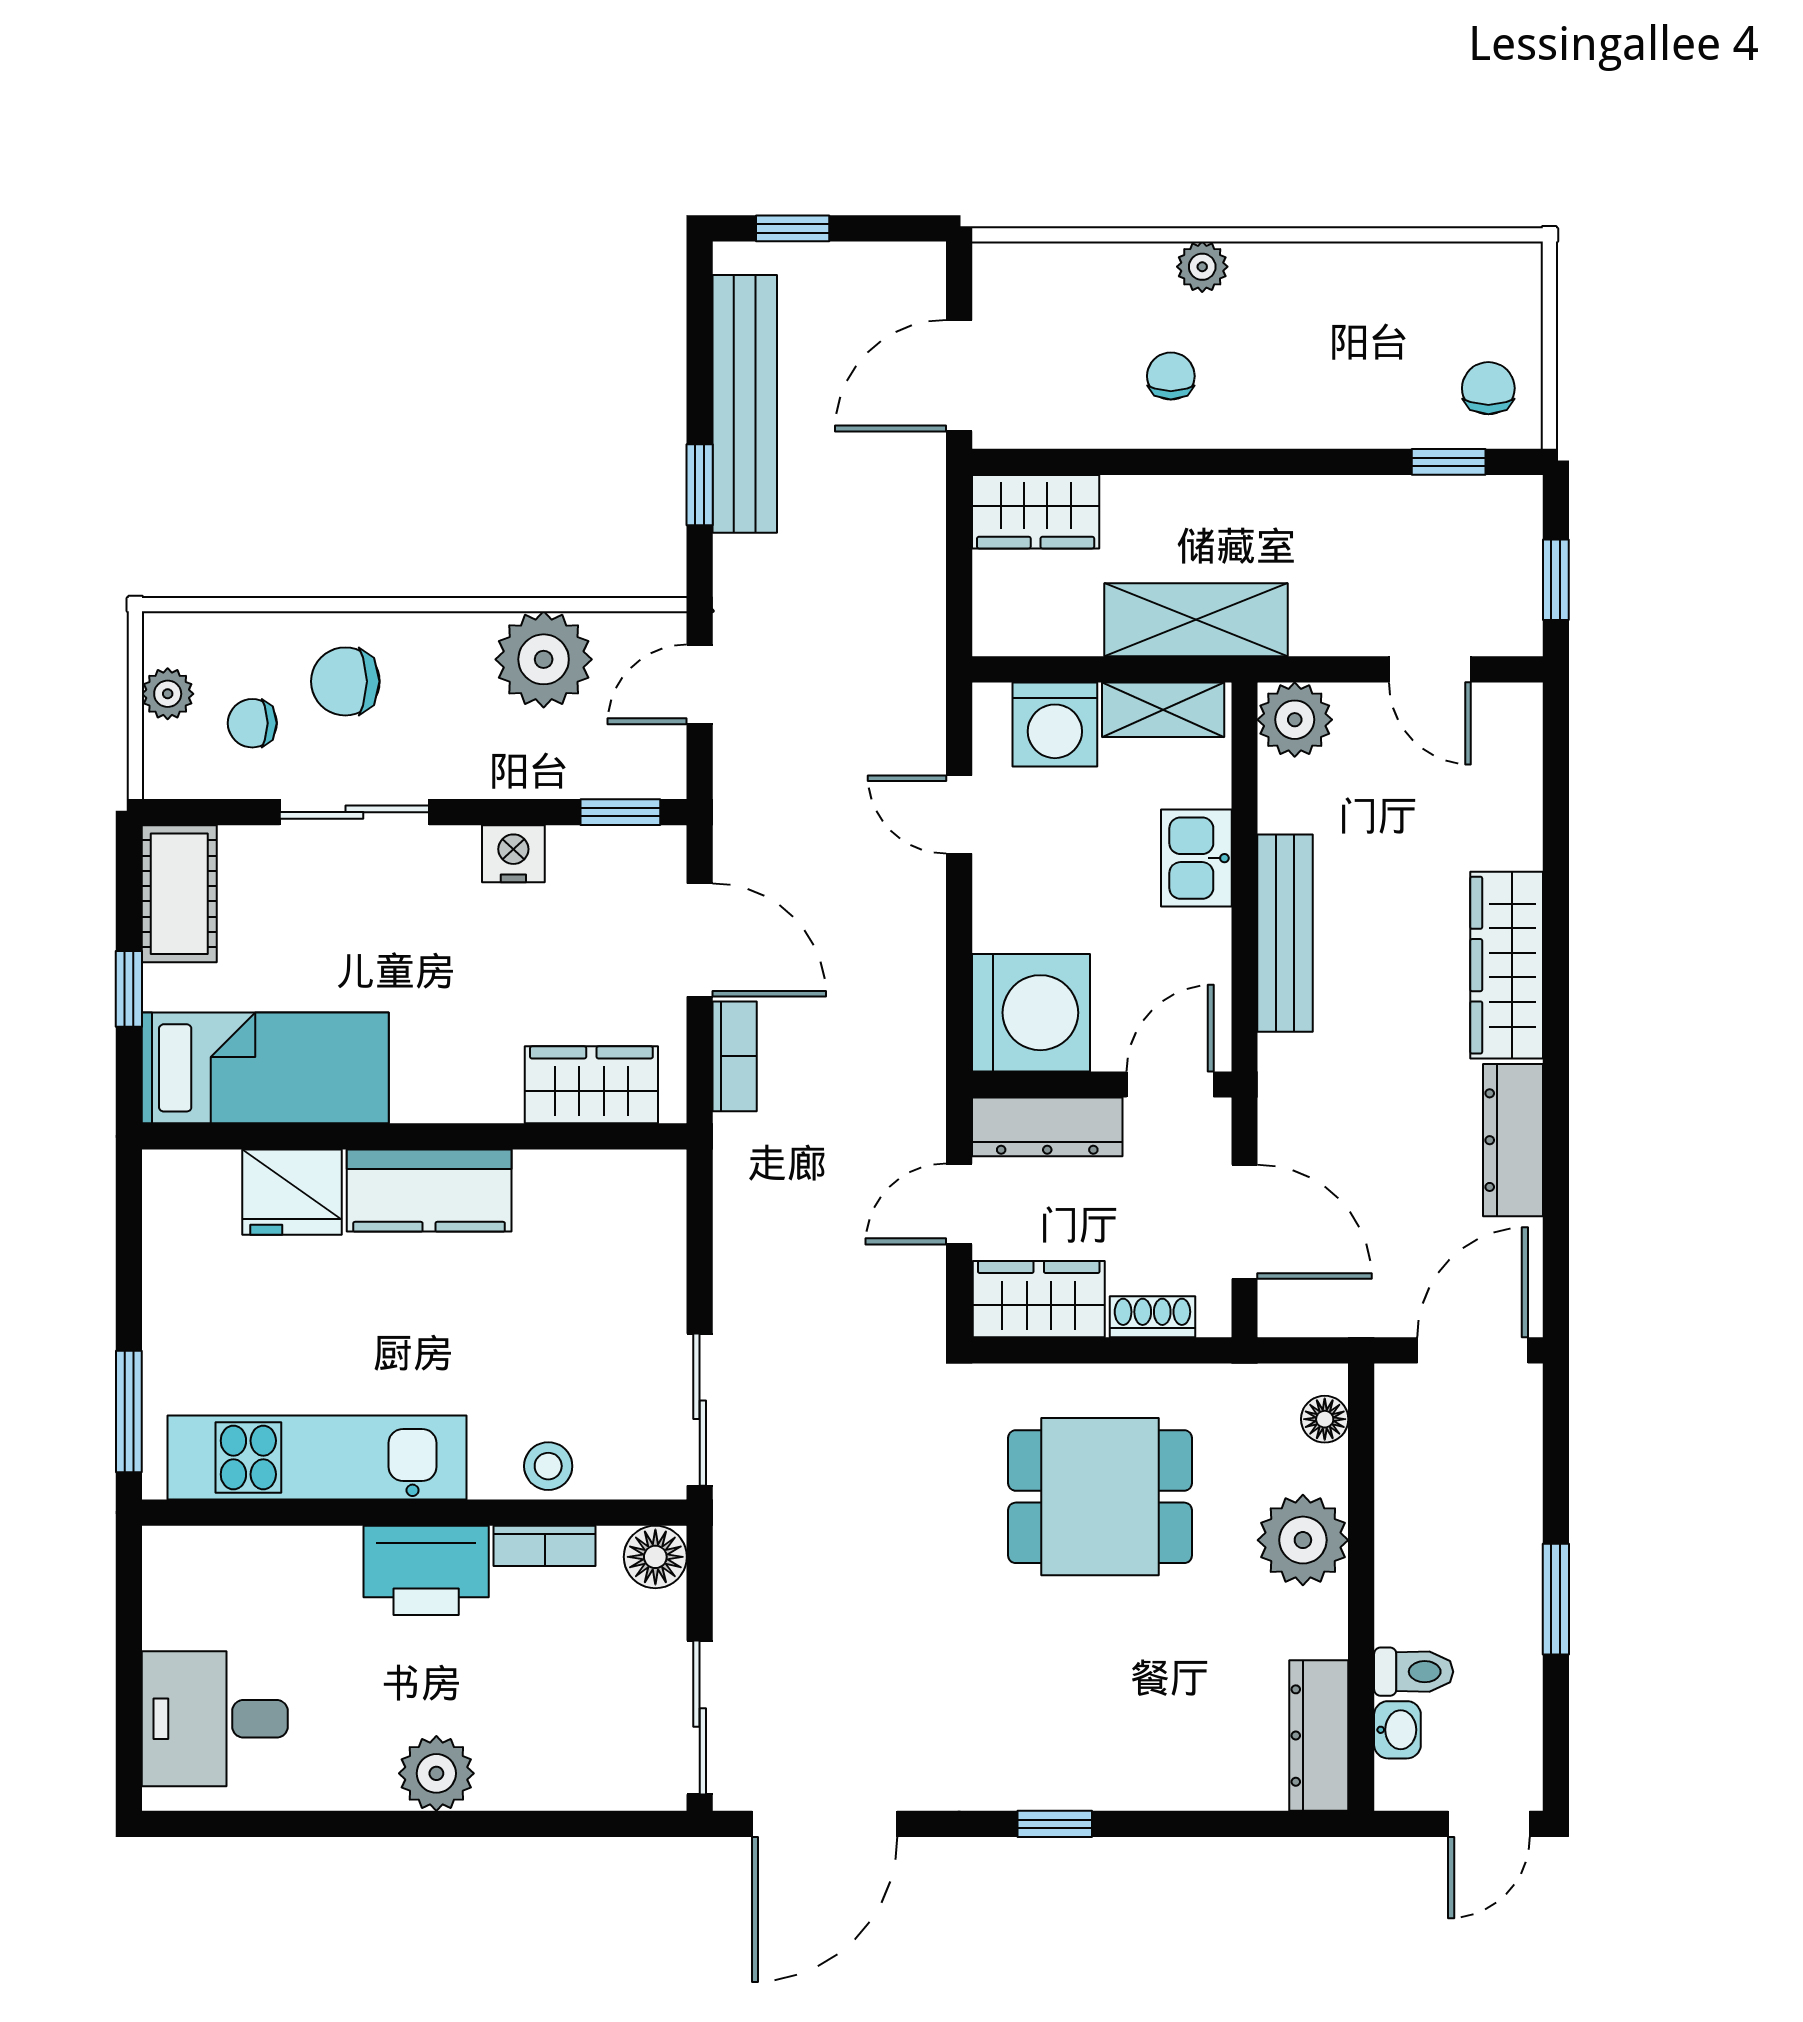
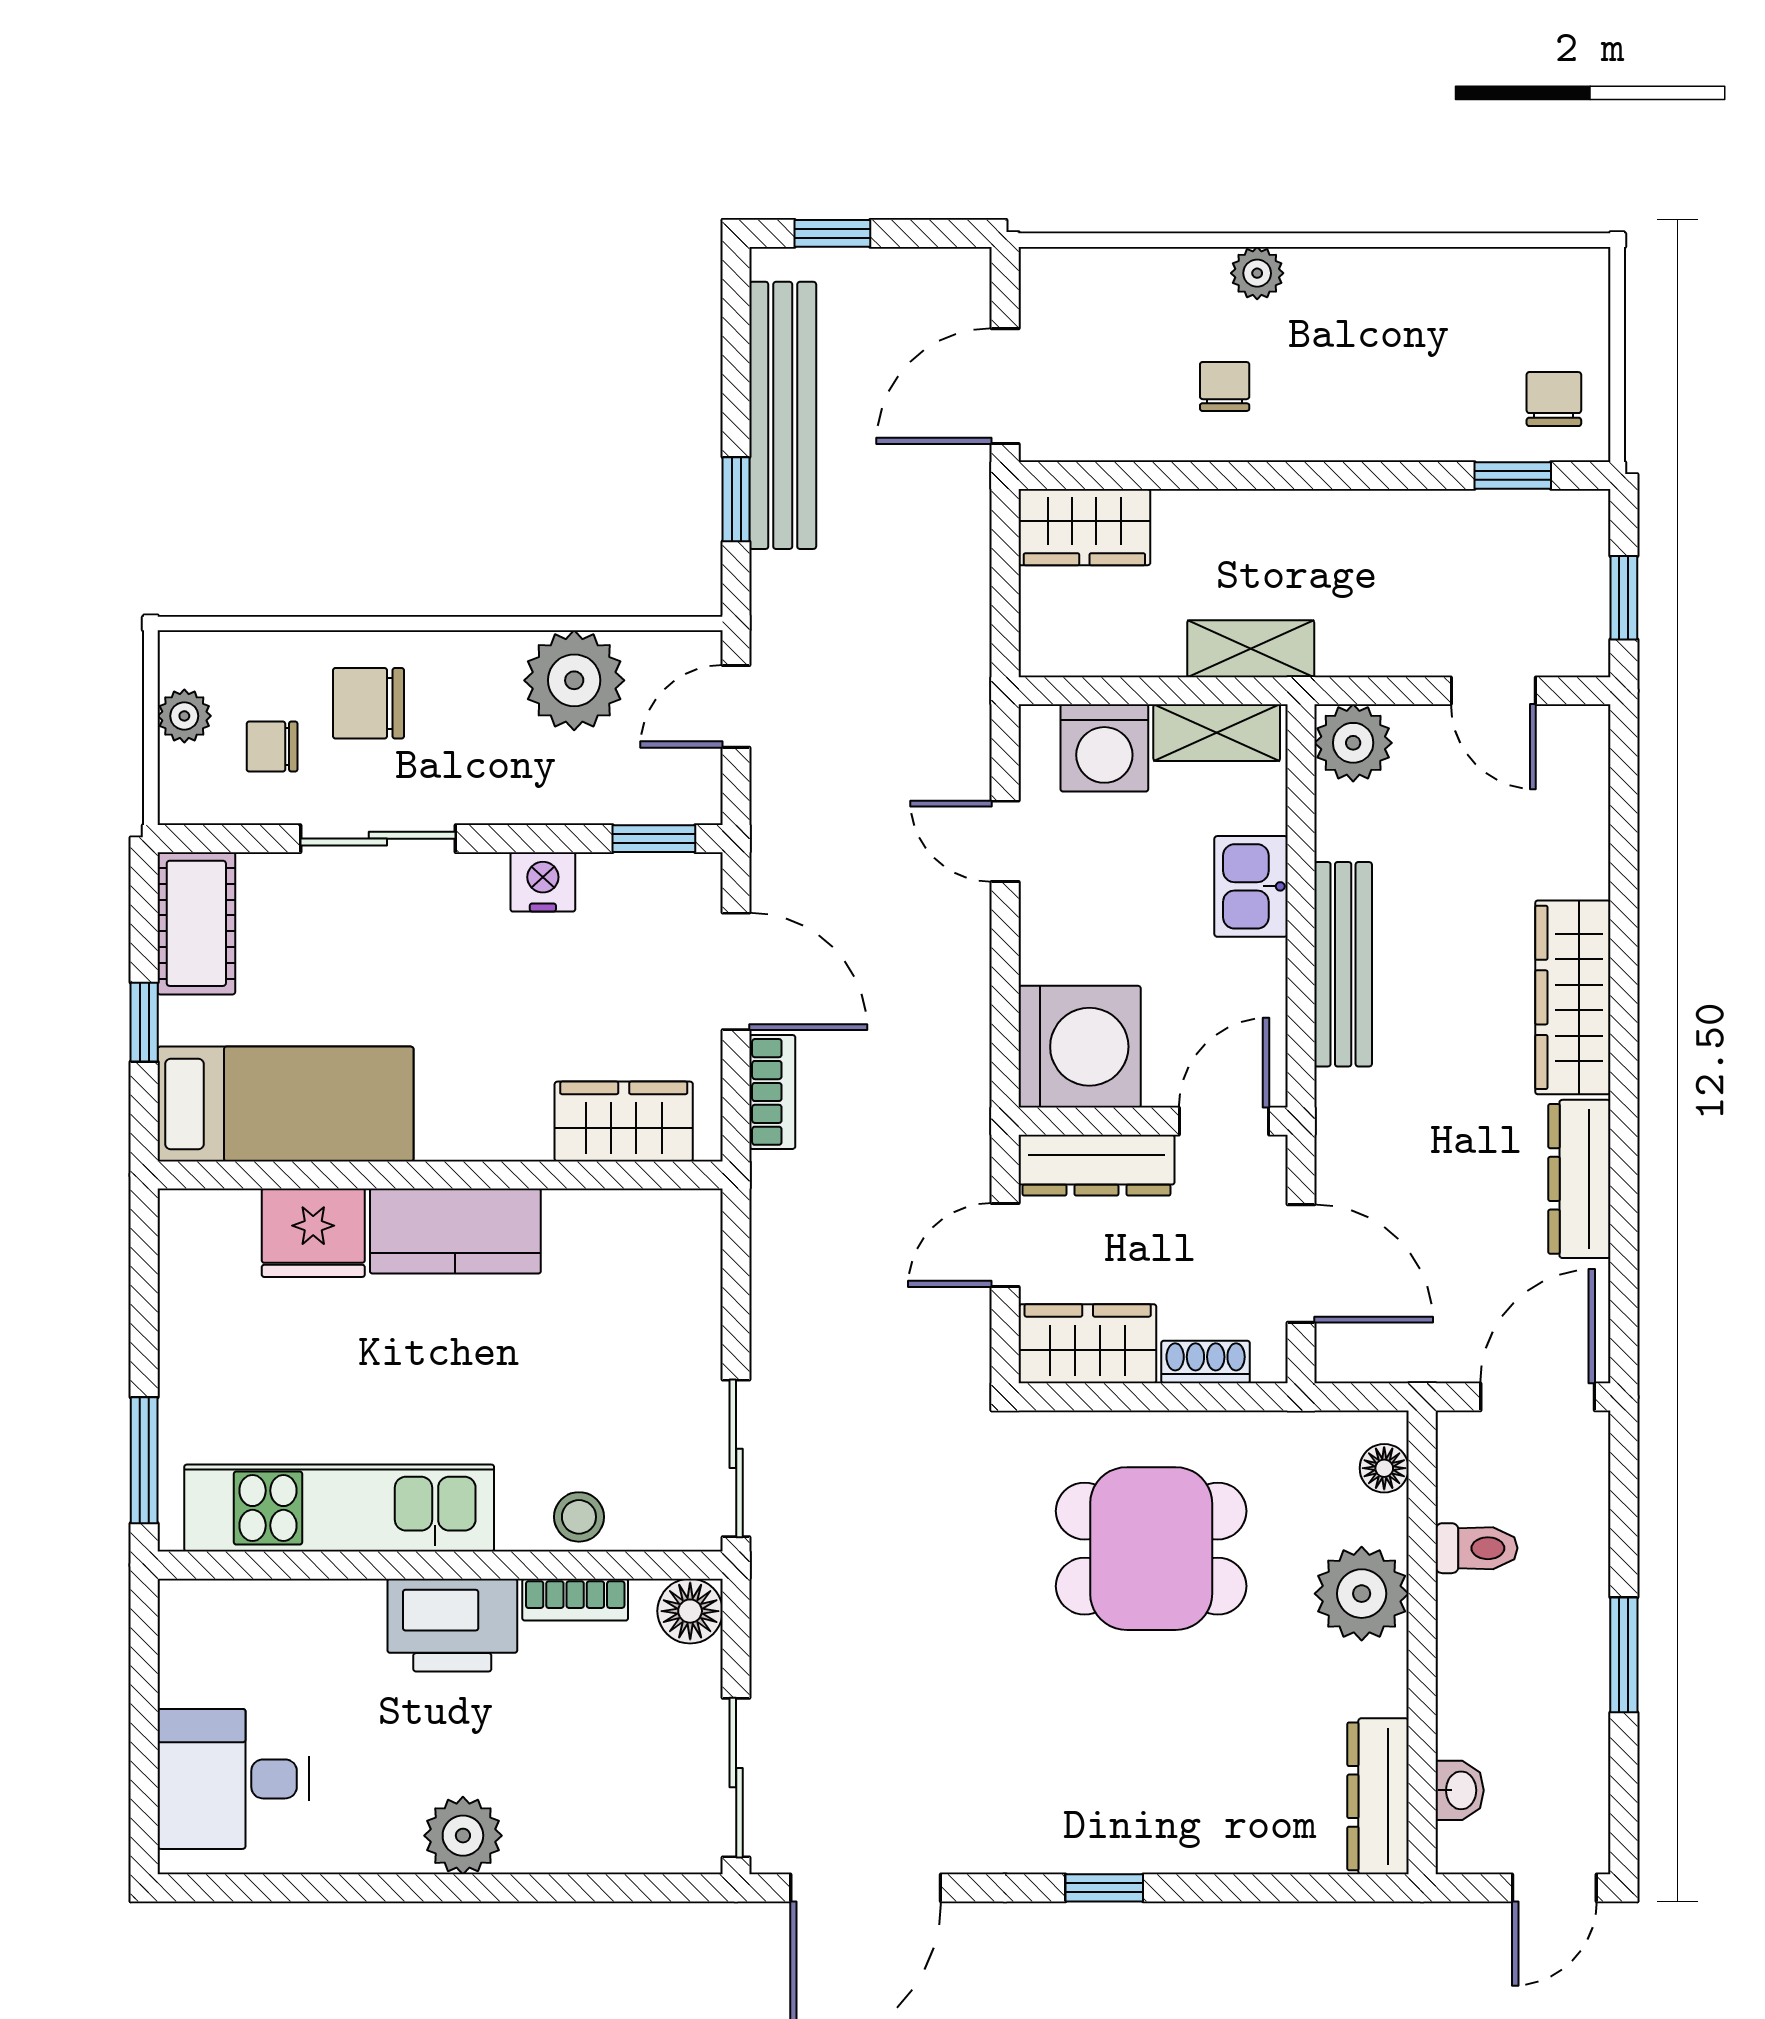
shelving: (1196, 620) -> (1251, 649), width x0.67, depth x0.75
toilet: (1414, 1672) -> (1476, 1548), moved

